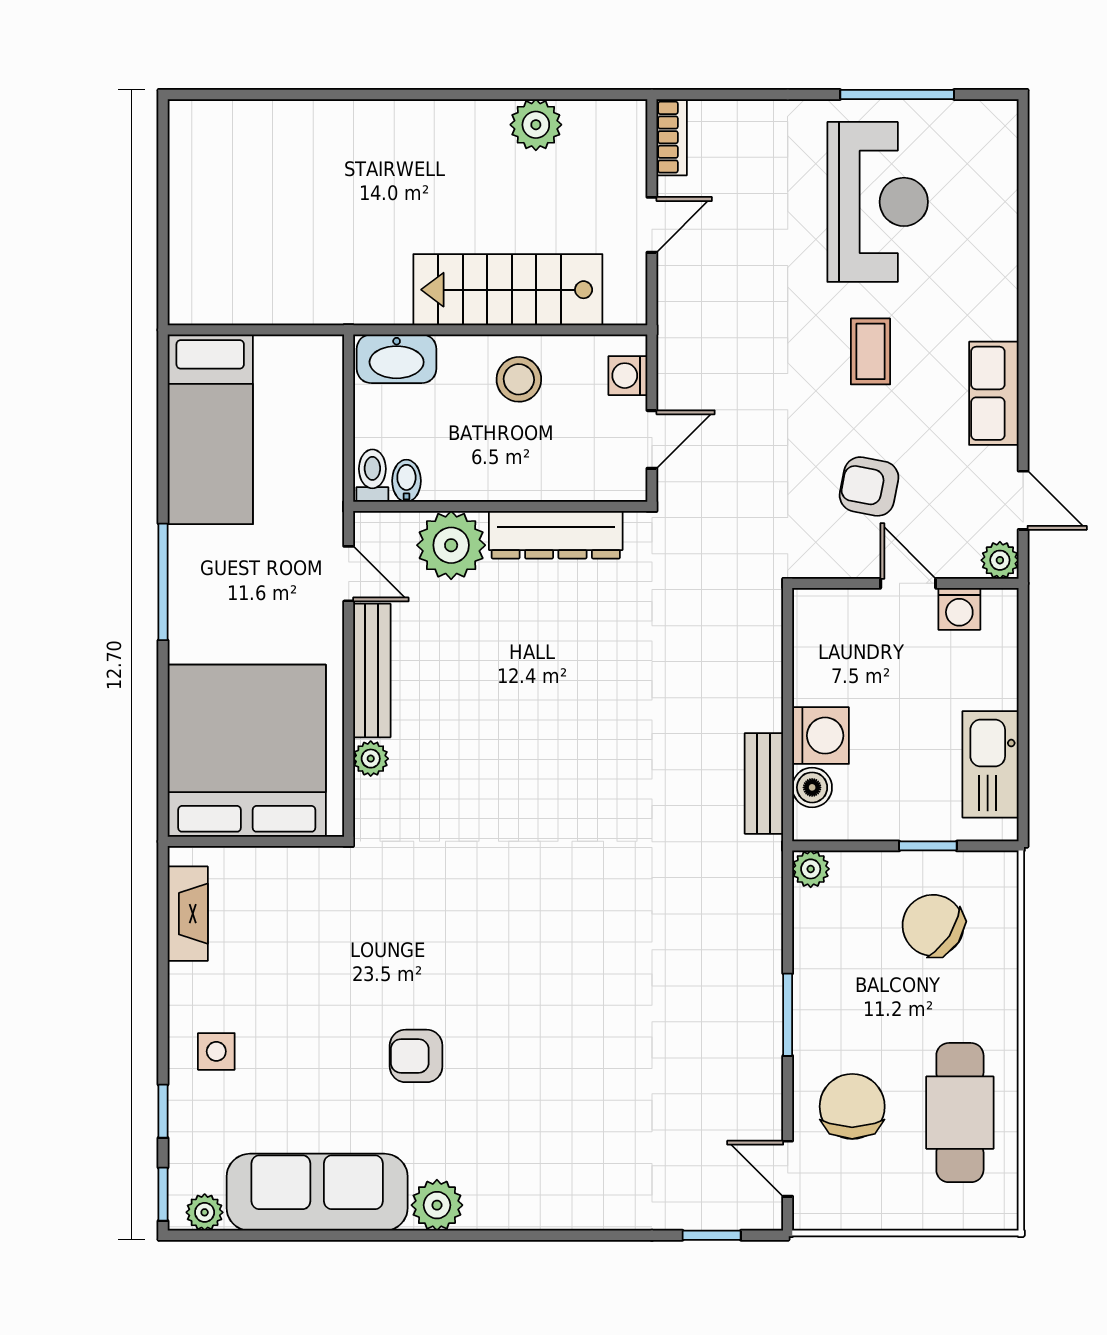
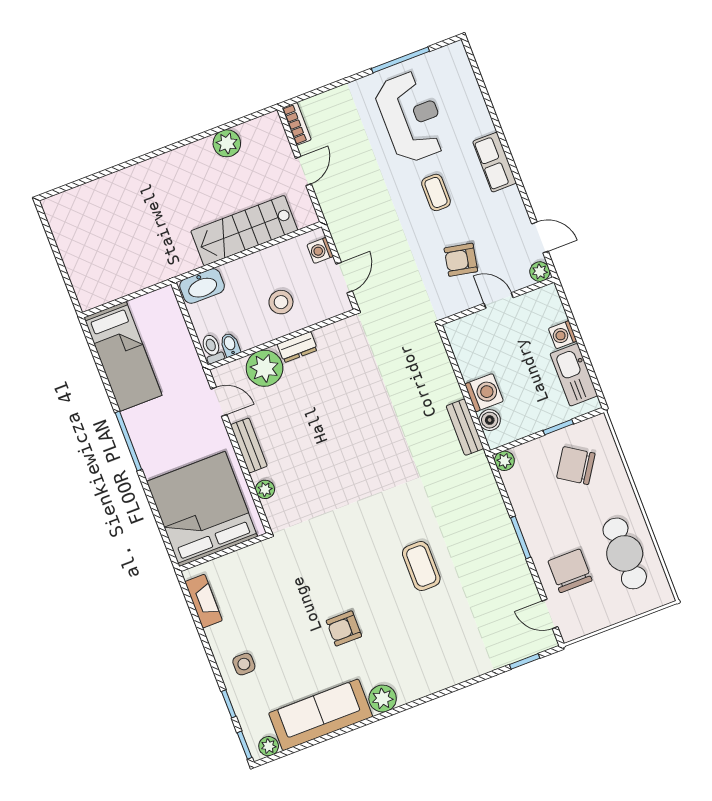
stool: (519, 379) -> (281, 302), moved
row of seats: (994, 393) -> (495, 162), moved
dresser: (556, 535) -> (297, 347), width x0.51, depth x0.80
washing machine: (959, 609) -> (563, 335), moved, turned 90
bench: (372, 671) -> (249, 445), width x0.73
coffee table: (594, 998) -> (421, 566), added

